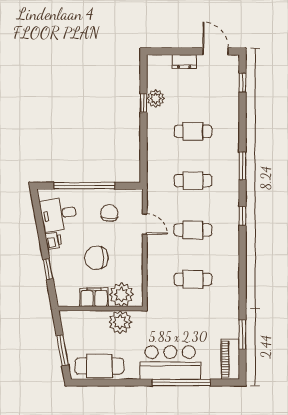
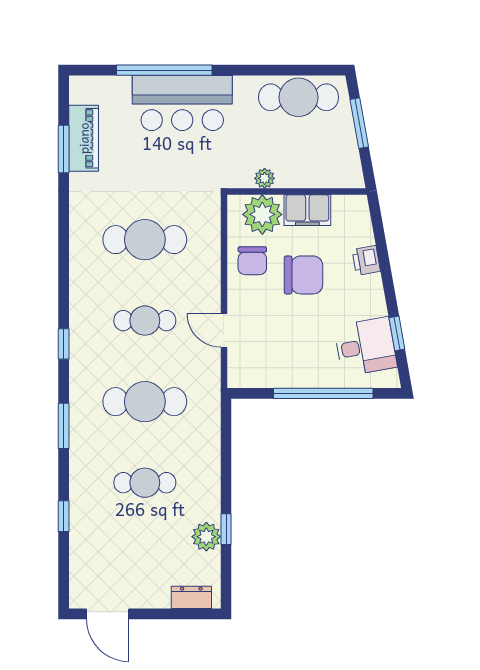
dresser: (184, 61) -> (191, 597), moved
window: (242, 83) -> (64, 516), moved
cafe table: (193, 181) -> (145, 402), width x1.37, depth x1.35
chair: (109, 213) -> (252, 261), moved
printer: (54, 241) -> (366, 260), moved
window: (48, 269) -> (397, 333), moved
cafe table: (193, 279) -> (145, 240), width x1.37, depth x1.35
plant: (120, 322) -> (265, 178), width x0.53, depth x0.53
piano: (230, 359) -> (84, 138), moved

